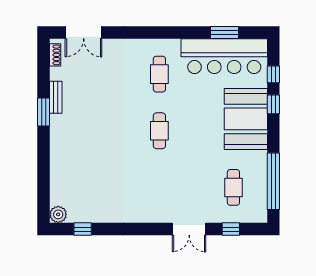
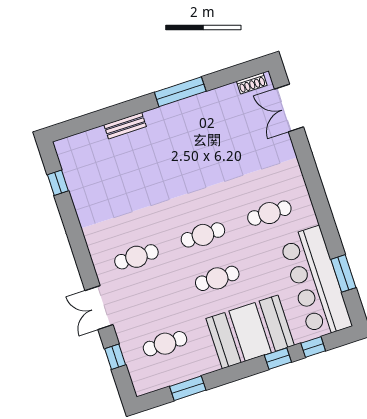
bench: (56, 97) -> (125, 126), moved
window: (44, 112) -> (180, 92), width x1.44
cafe table: (196, 131) -> (217, 278), added
window: (273, 181) -> (188, 388), width x0.47
cafe table: (159, 187) -> (136, 257), added
plant: (58, 214) -> (66, 148), removed

